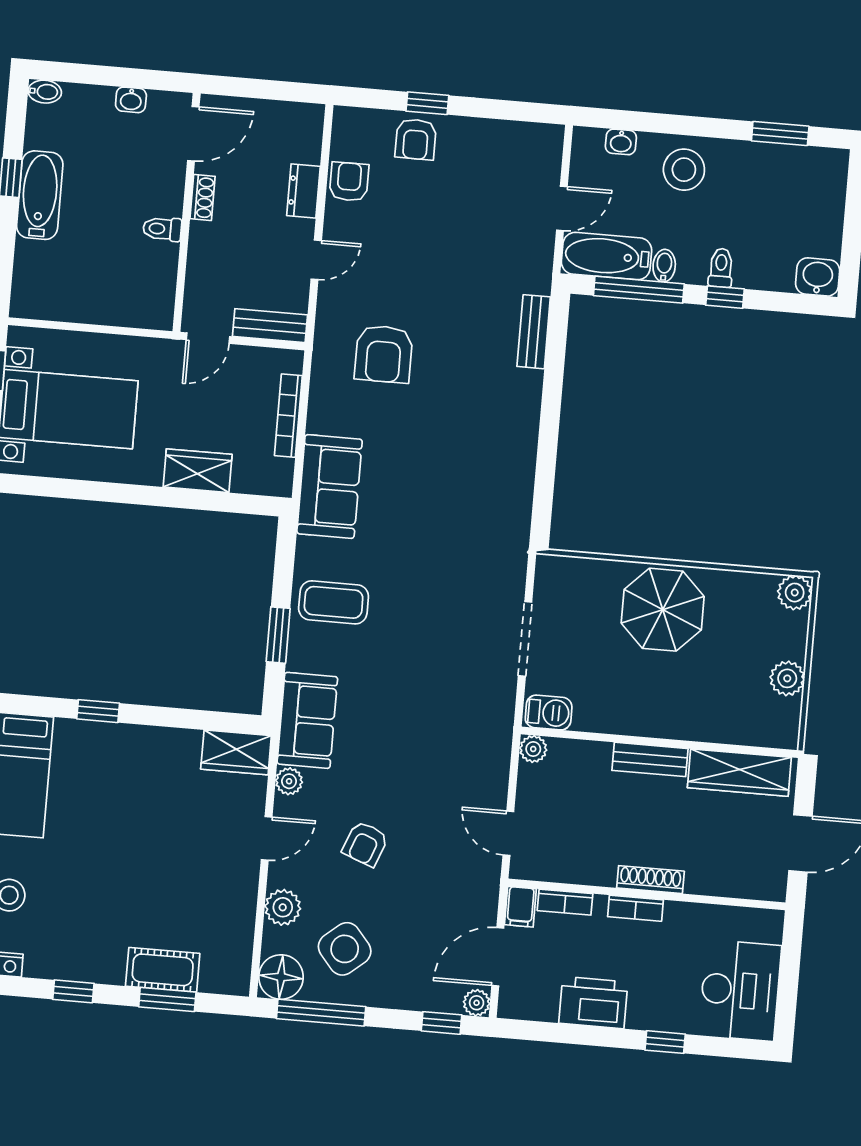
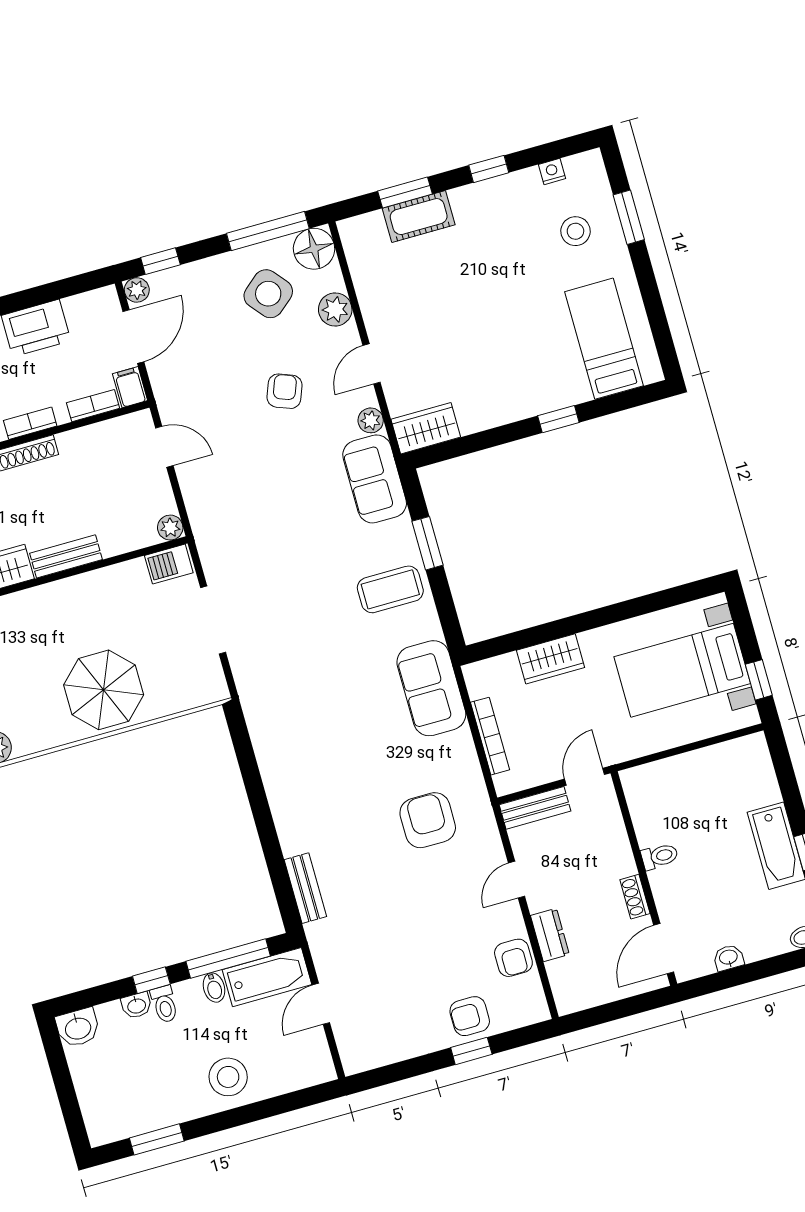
armchair: (416, 139) -> (470, 1016), turned -90
washbasin: (621, 142) -> (136, 1005), moved, turned 180

